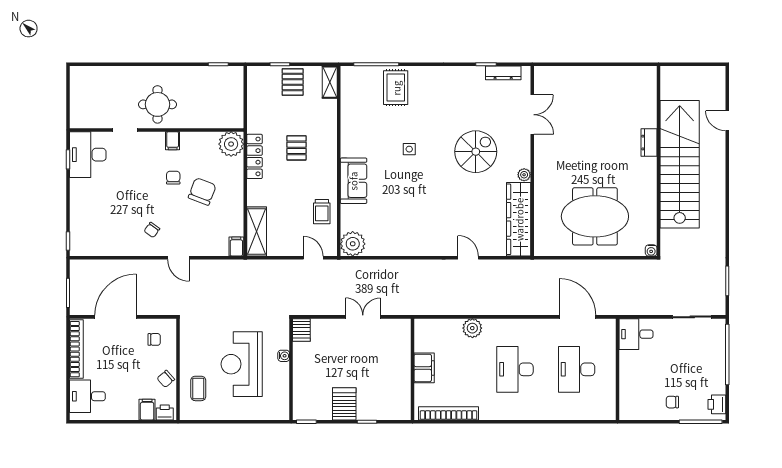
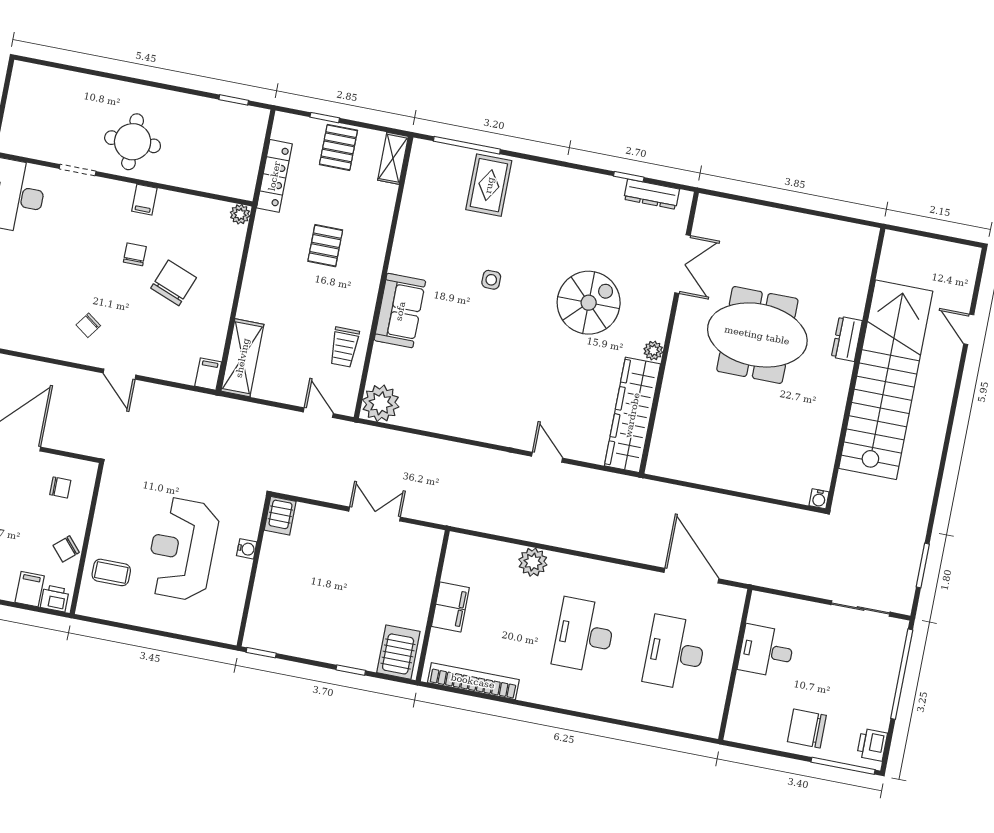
plant: (231, 144) -> (240, 214), width x0.53, depth x0.53
locker: (254, 156) -> (274, 176), moved
meeting table: (595, 216) -> (757, 335), moved
desk: (636, 334) -> (766, 651), moved
coffee table: (198, 388) -> (111, 572), turned 90
chair: (672, 402) -> (807, 729), width x1.87, depth x1.87
server rack: (344, 404) -> (398, 652), moved

